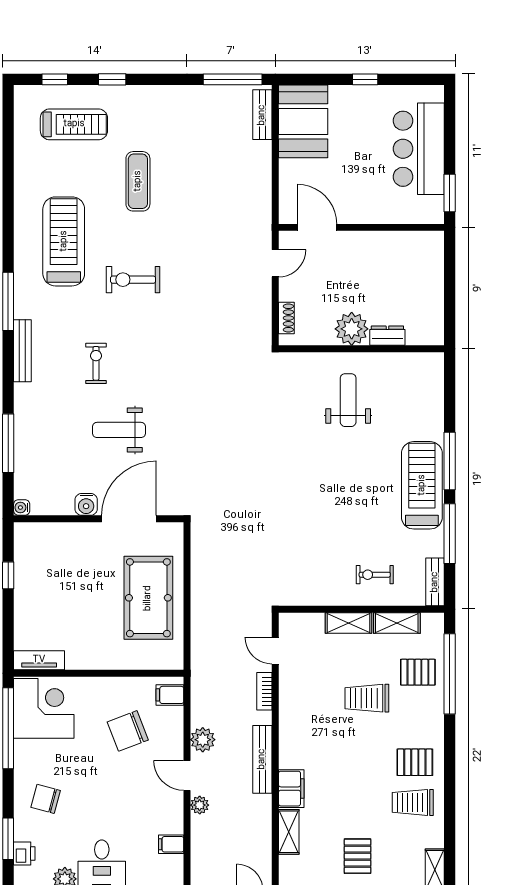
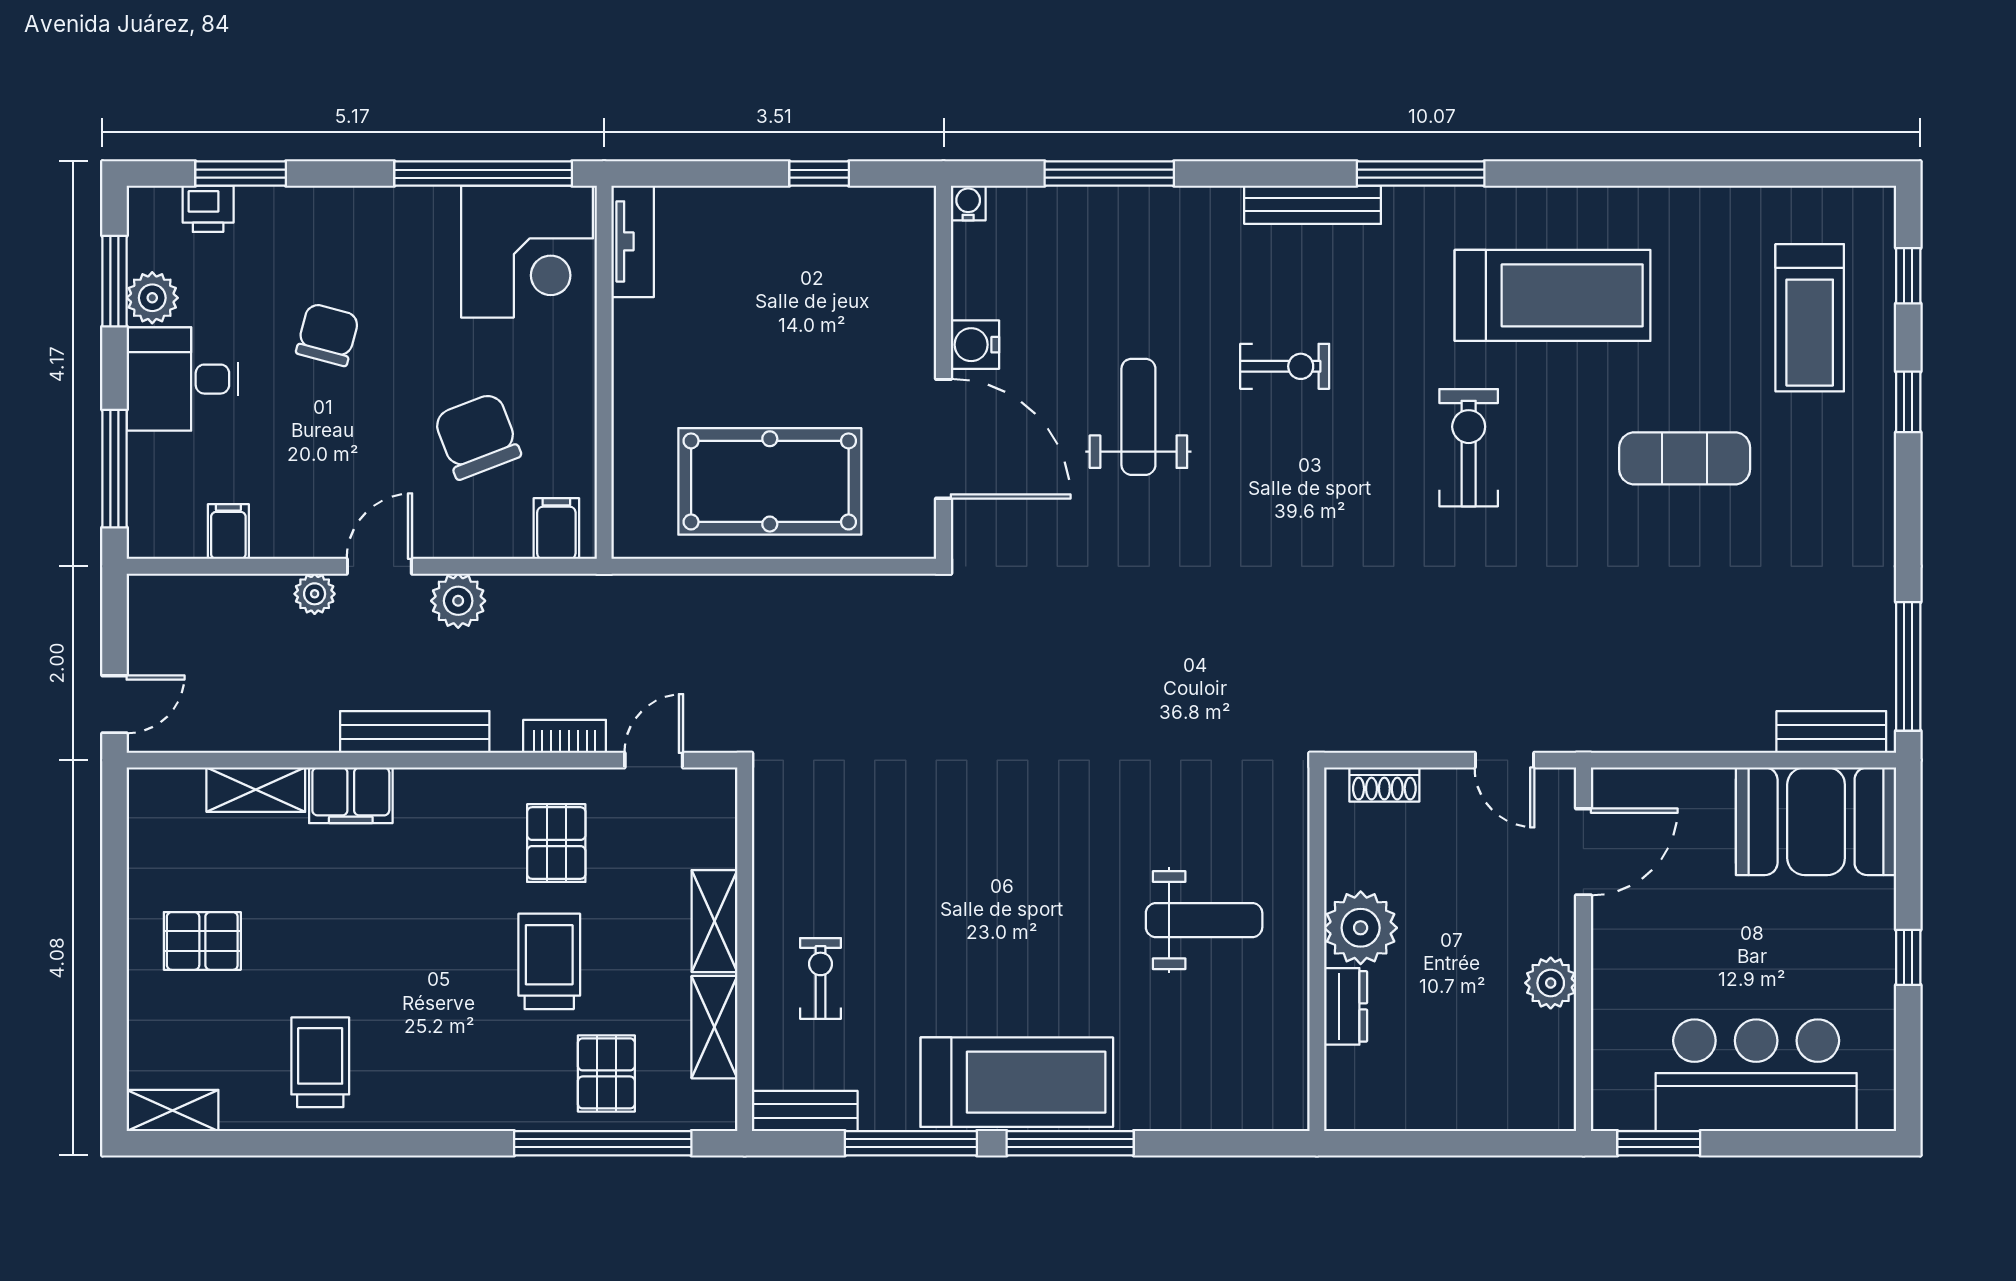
plant: (377, 242) -> (1551, 983), added
pallet: (415, 762) -> (556, 843), moved
chair: (46, 799) -> (328, 335), moved

